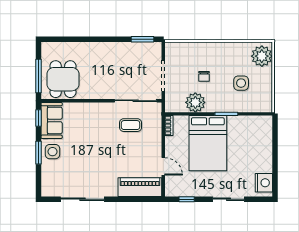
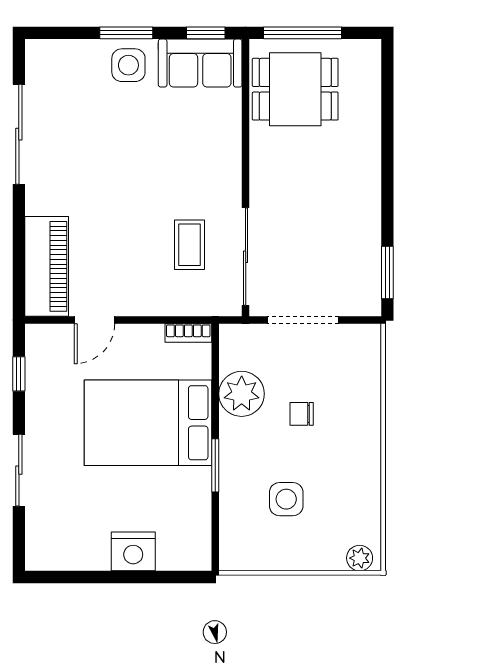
plant: (262, 56) -> (360, 558), width x0.53, depth x0.53
nightstand: (264, 183) -> (133, 551), moved

